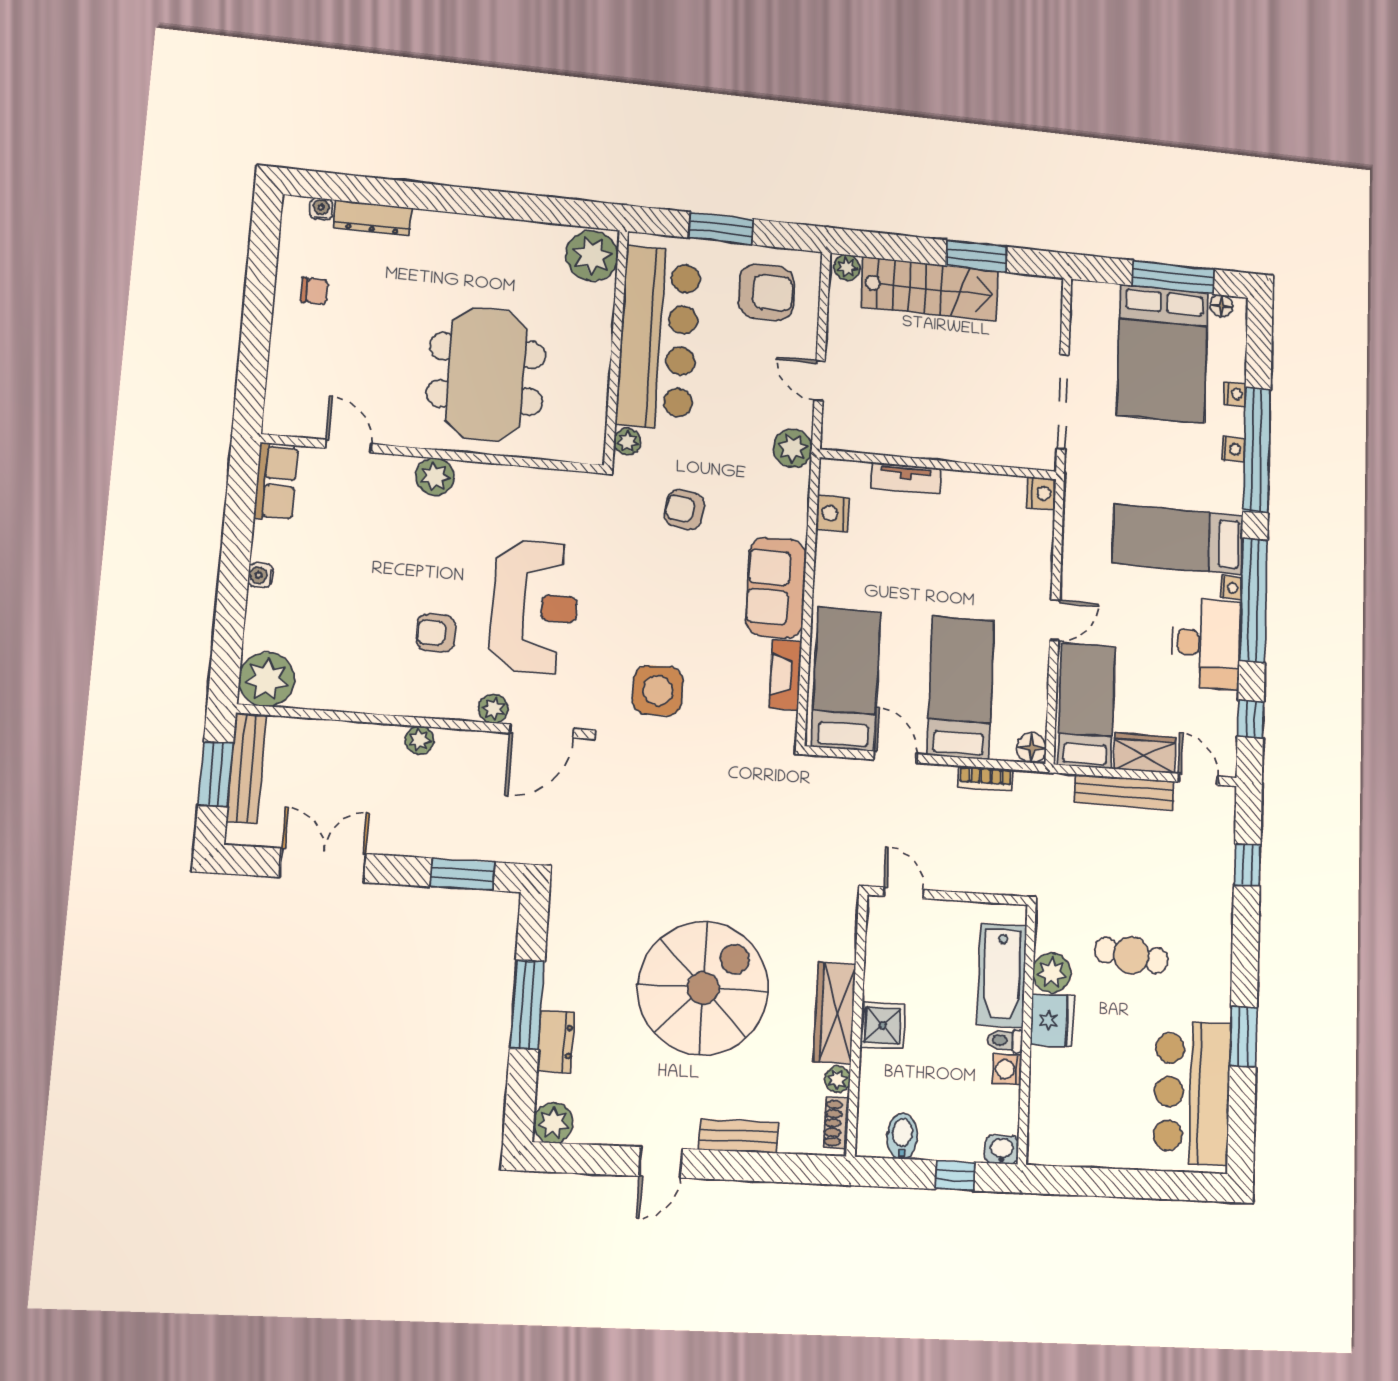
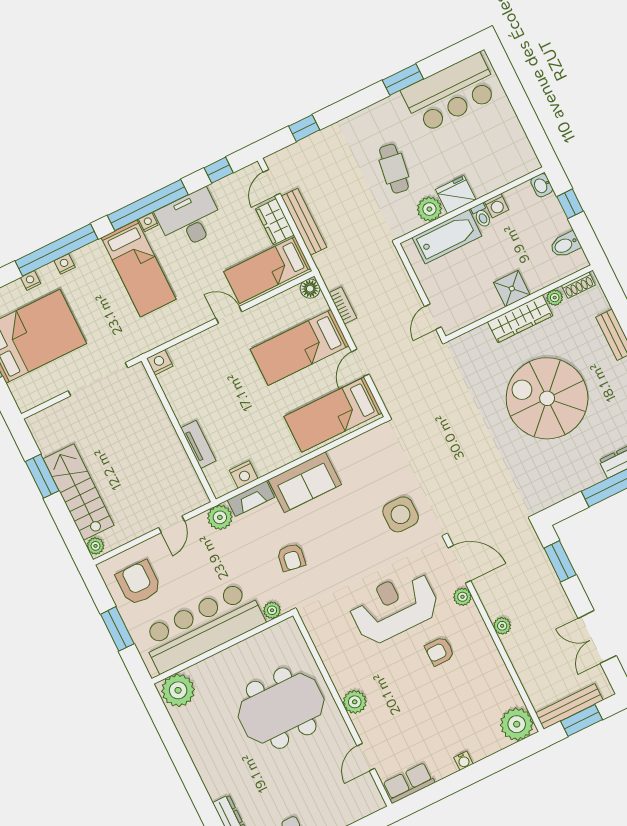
armchair: (436, 633) -> (440, 651), turned 90
fireplace: (785, 675) -> (251, 499), moved

